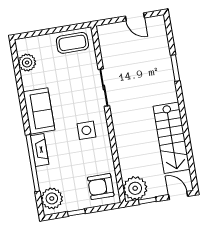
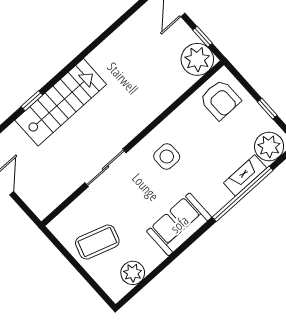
coffee table: (72, 43) -> (97, 242), moved, turned -72
window: (175, 68) -> (32, 101), width x0.67
stairs: (172, 138) -> (61, 102), moved
fireplace: (40, 150) -> (245, 175), moved

